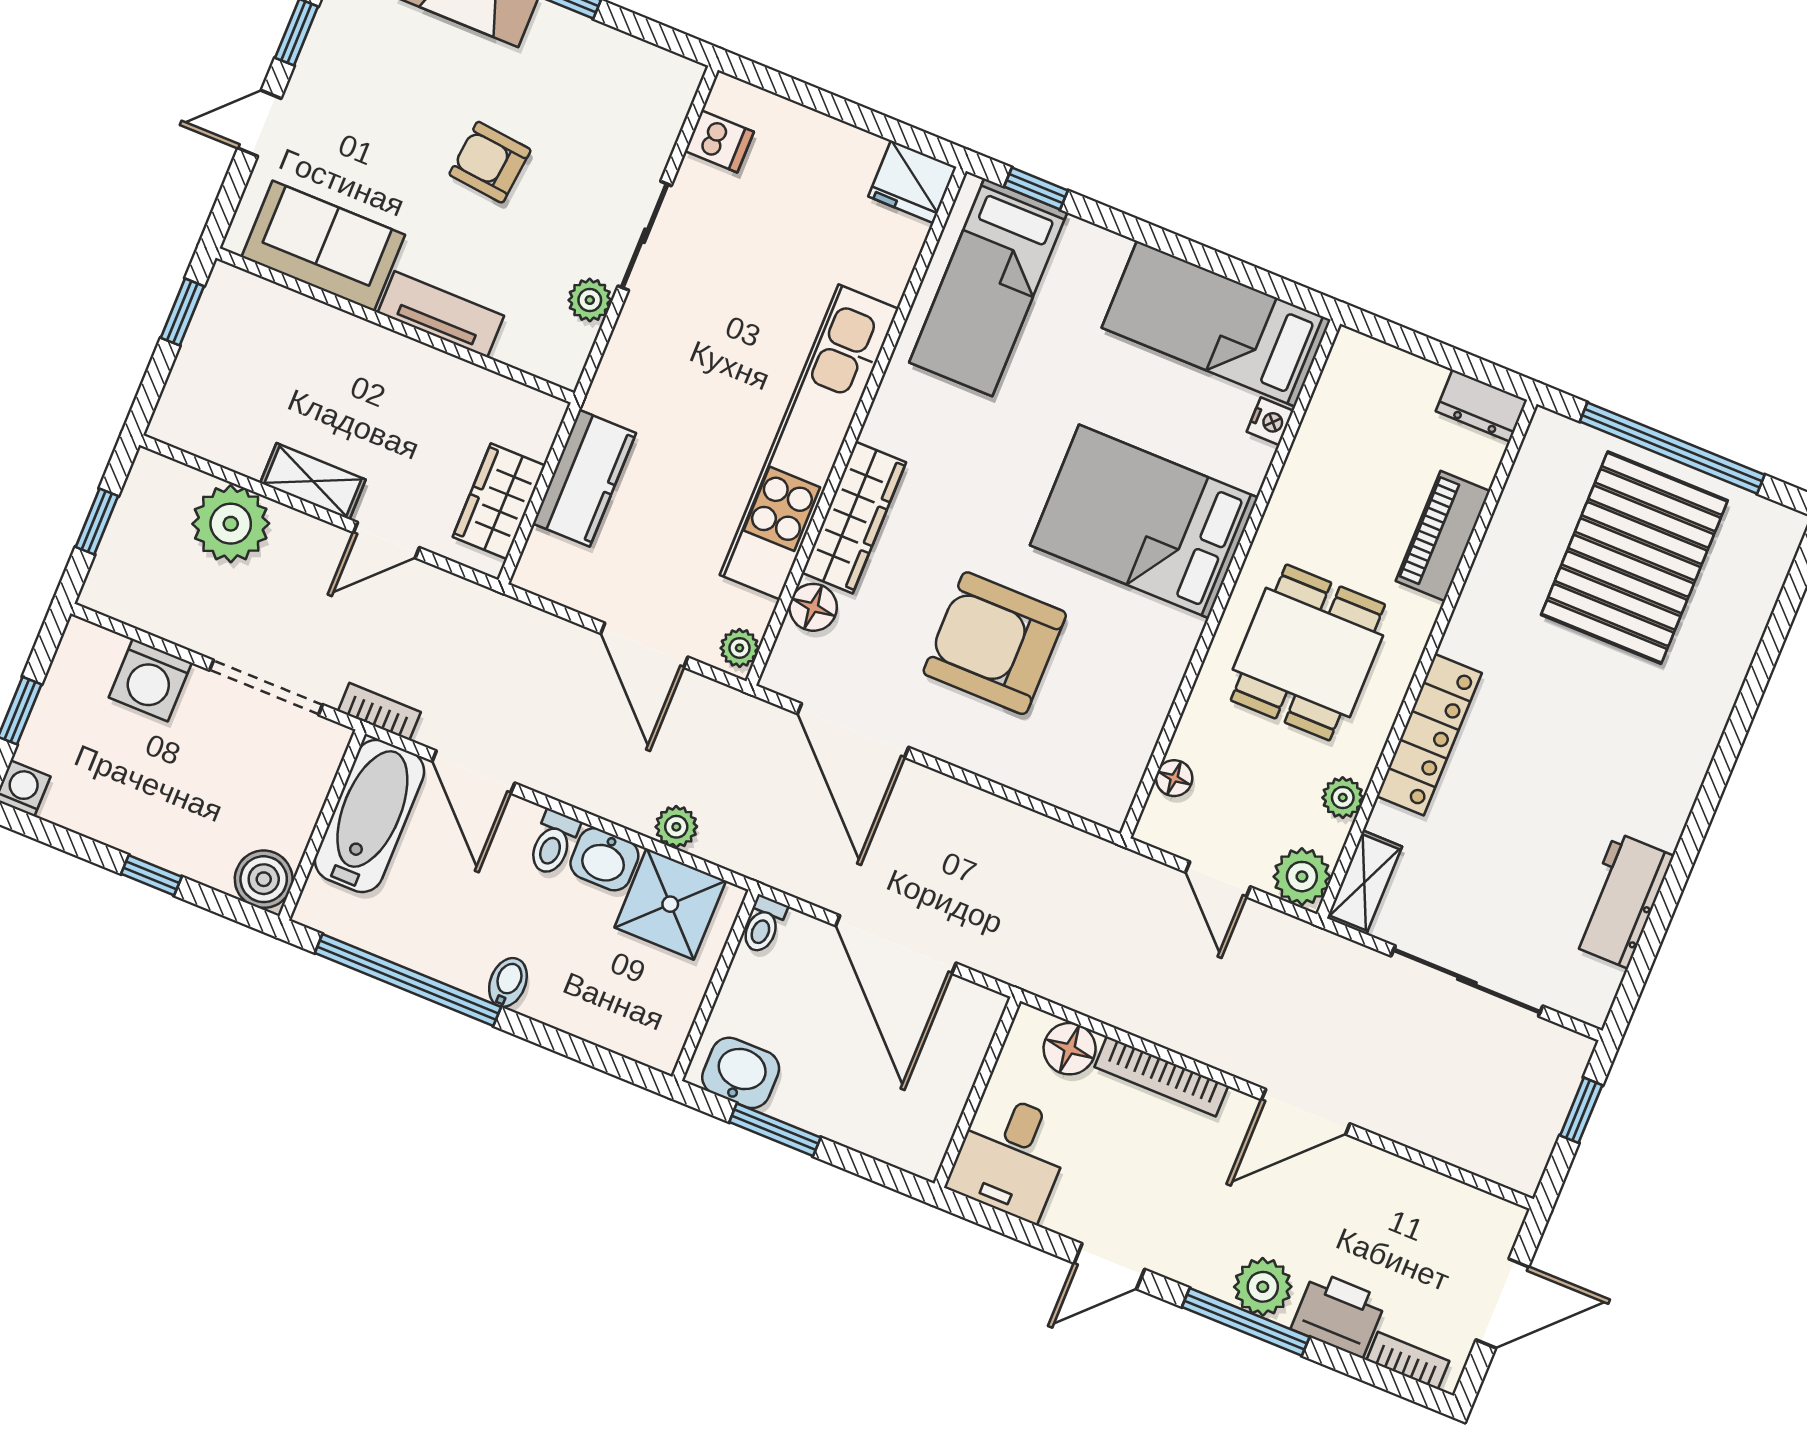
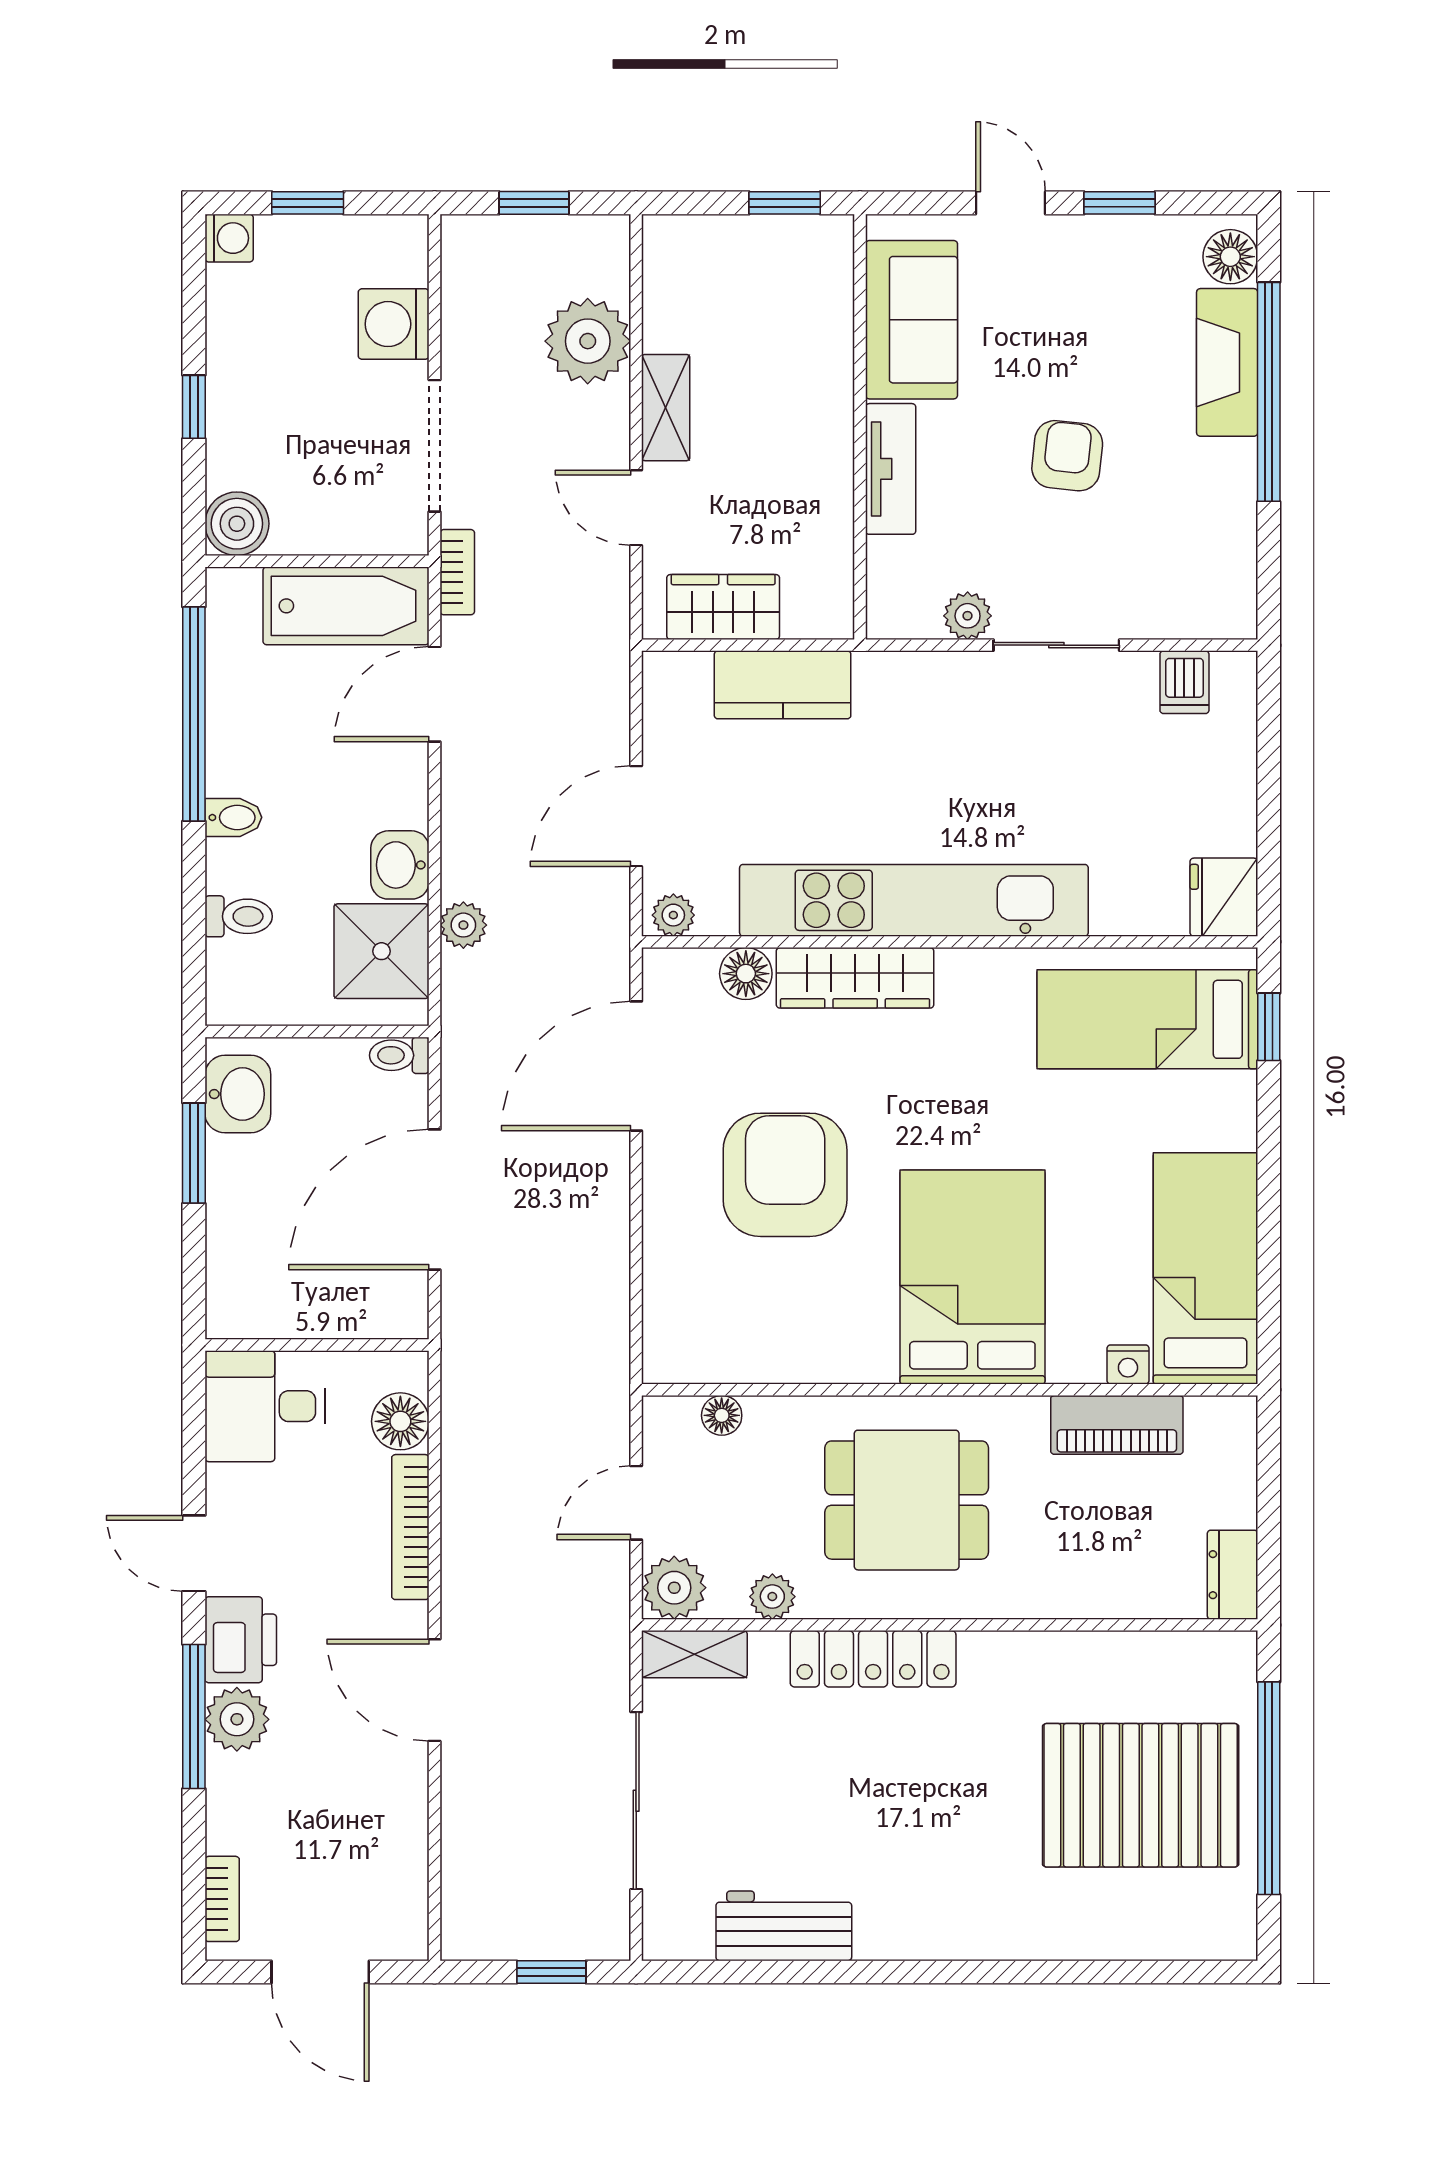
piano: (1443, 536) -> (1117, 1425), moved, turned 180
toilet: (553, 843) -> (239, 916), moved, turned 180
printer: (1339, 1314) -> (241, 1640), moved

